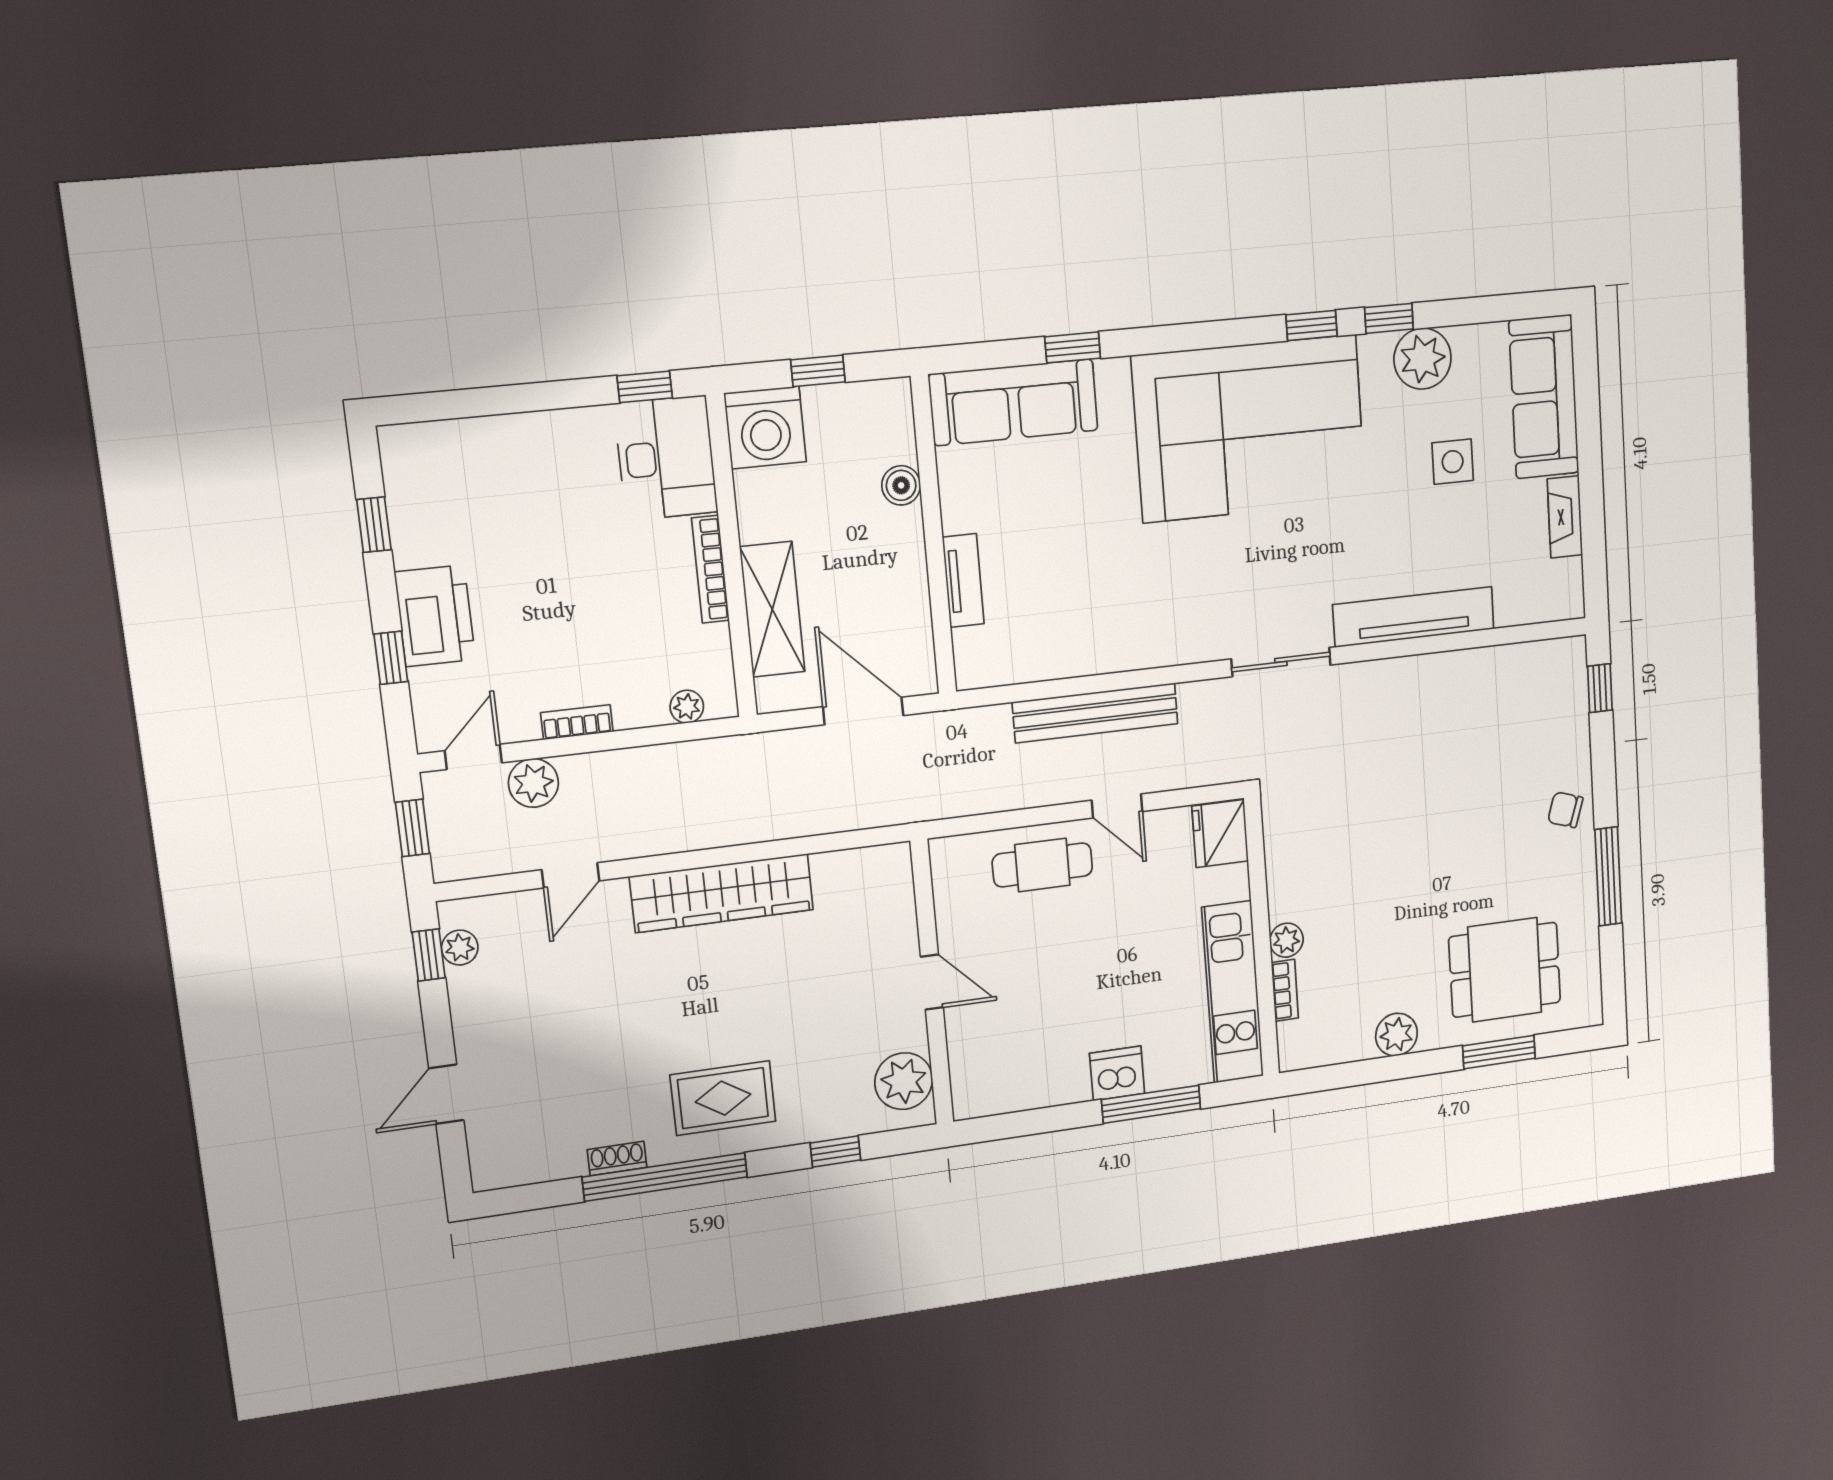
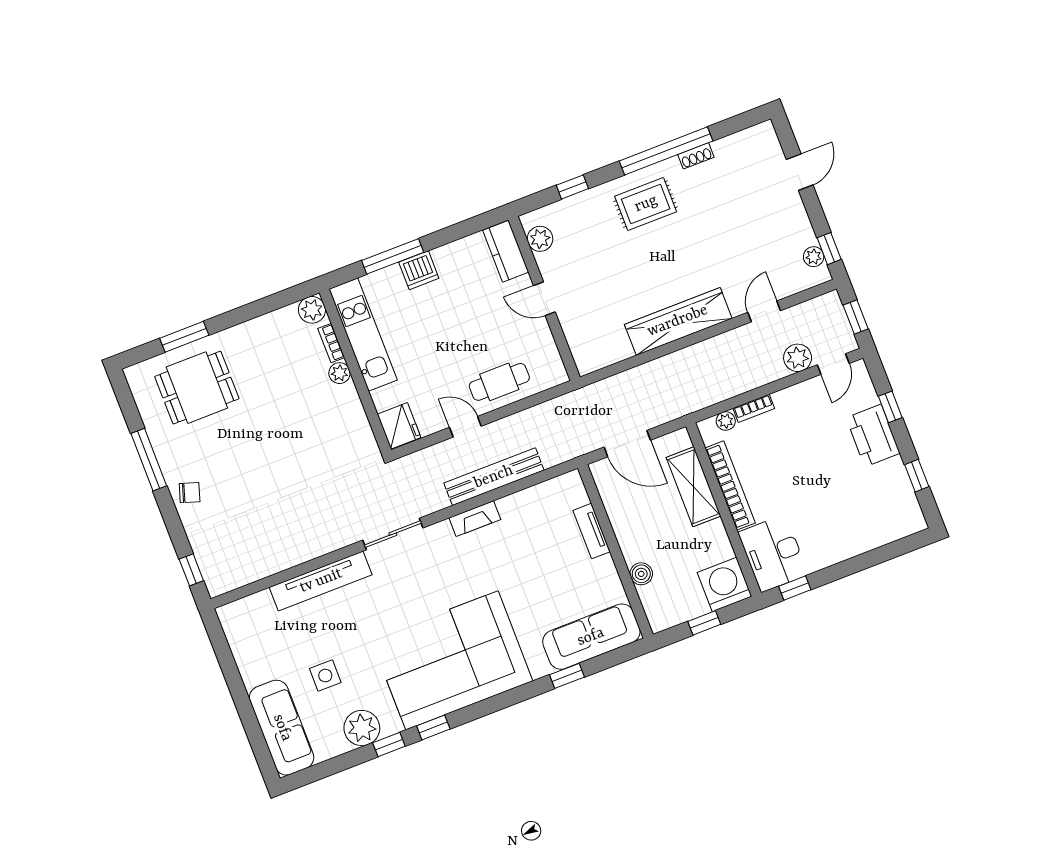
fireplace: (1565, 517) -> (475, 519), moved, turned 90
bookcase: (710, 569) -> (730, 485), width x1.48, depth x1.31
bookcase: (577, 722) -> (754, 408), moved
plant: (1397, 1035) -> (312, 310), moved
kitchen counter: (972, 1072) -> (506, 251), added
plant: (904, 1081) -> (540, 239), width x0.73, depth x0.73

